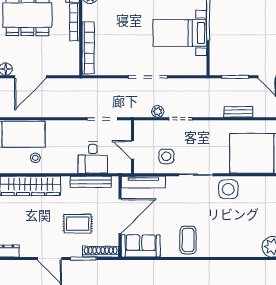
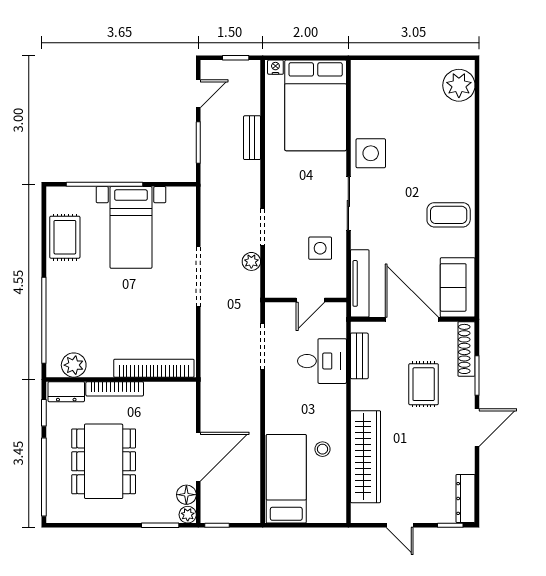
door: (30, 77) -> (198, 457), hinge flipped
bench: (91, 182) -> (359, 356), width x0.73

